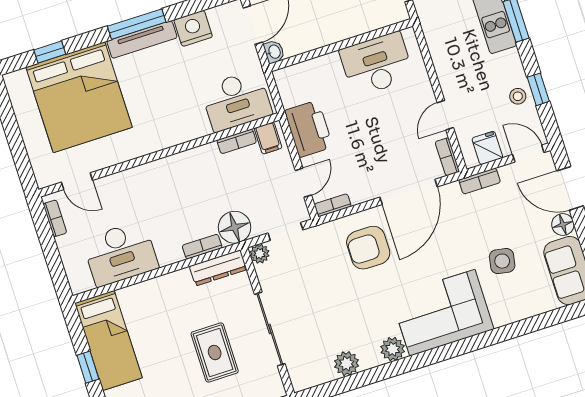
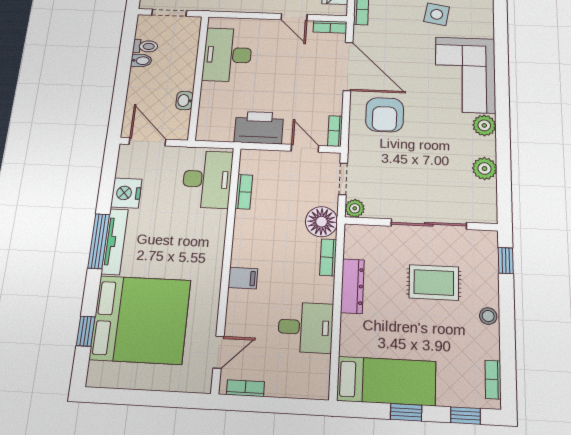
washbasin: (274, 52) -> (185, 101), moved, turned -90
filing cabinet: (268, 138) -> (243, 278), moved
desk: (120, 254) -> (306, 327), width x0.73
dresser: (218, 268) -> (352, 286), moved

